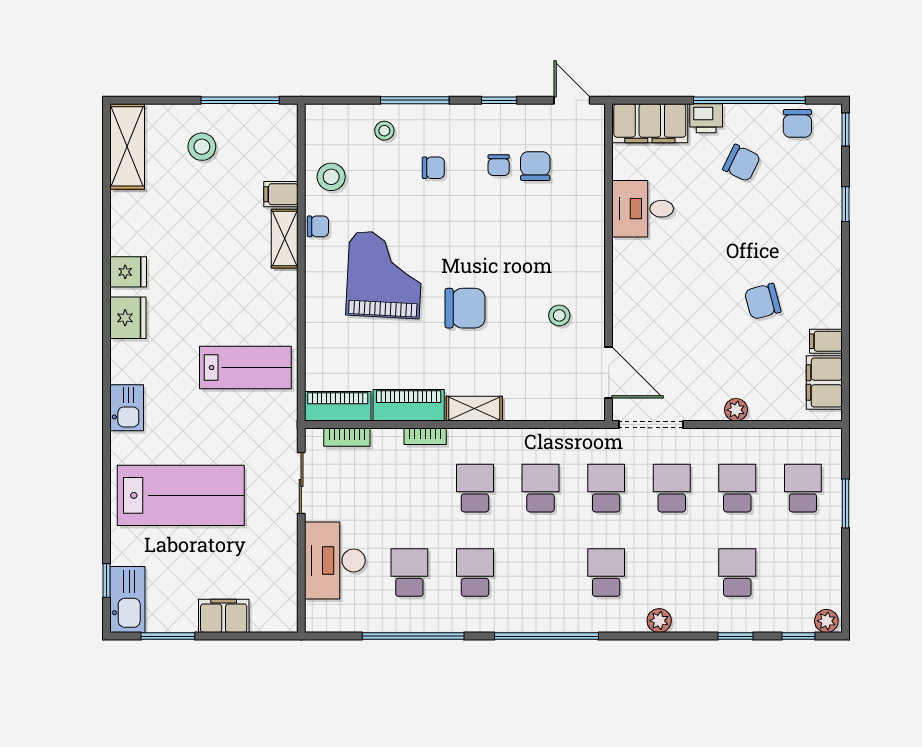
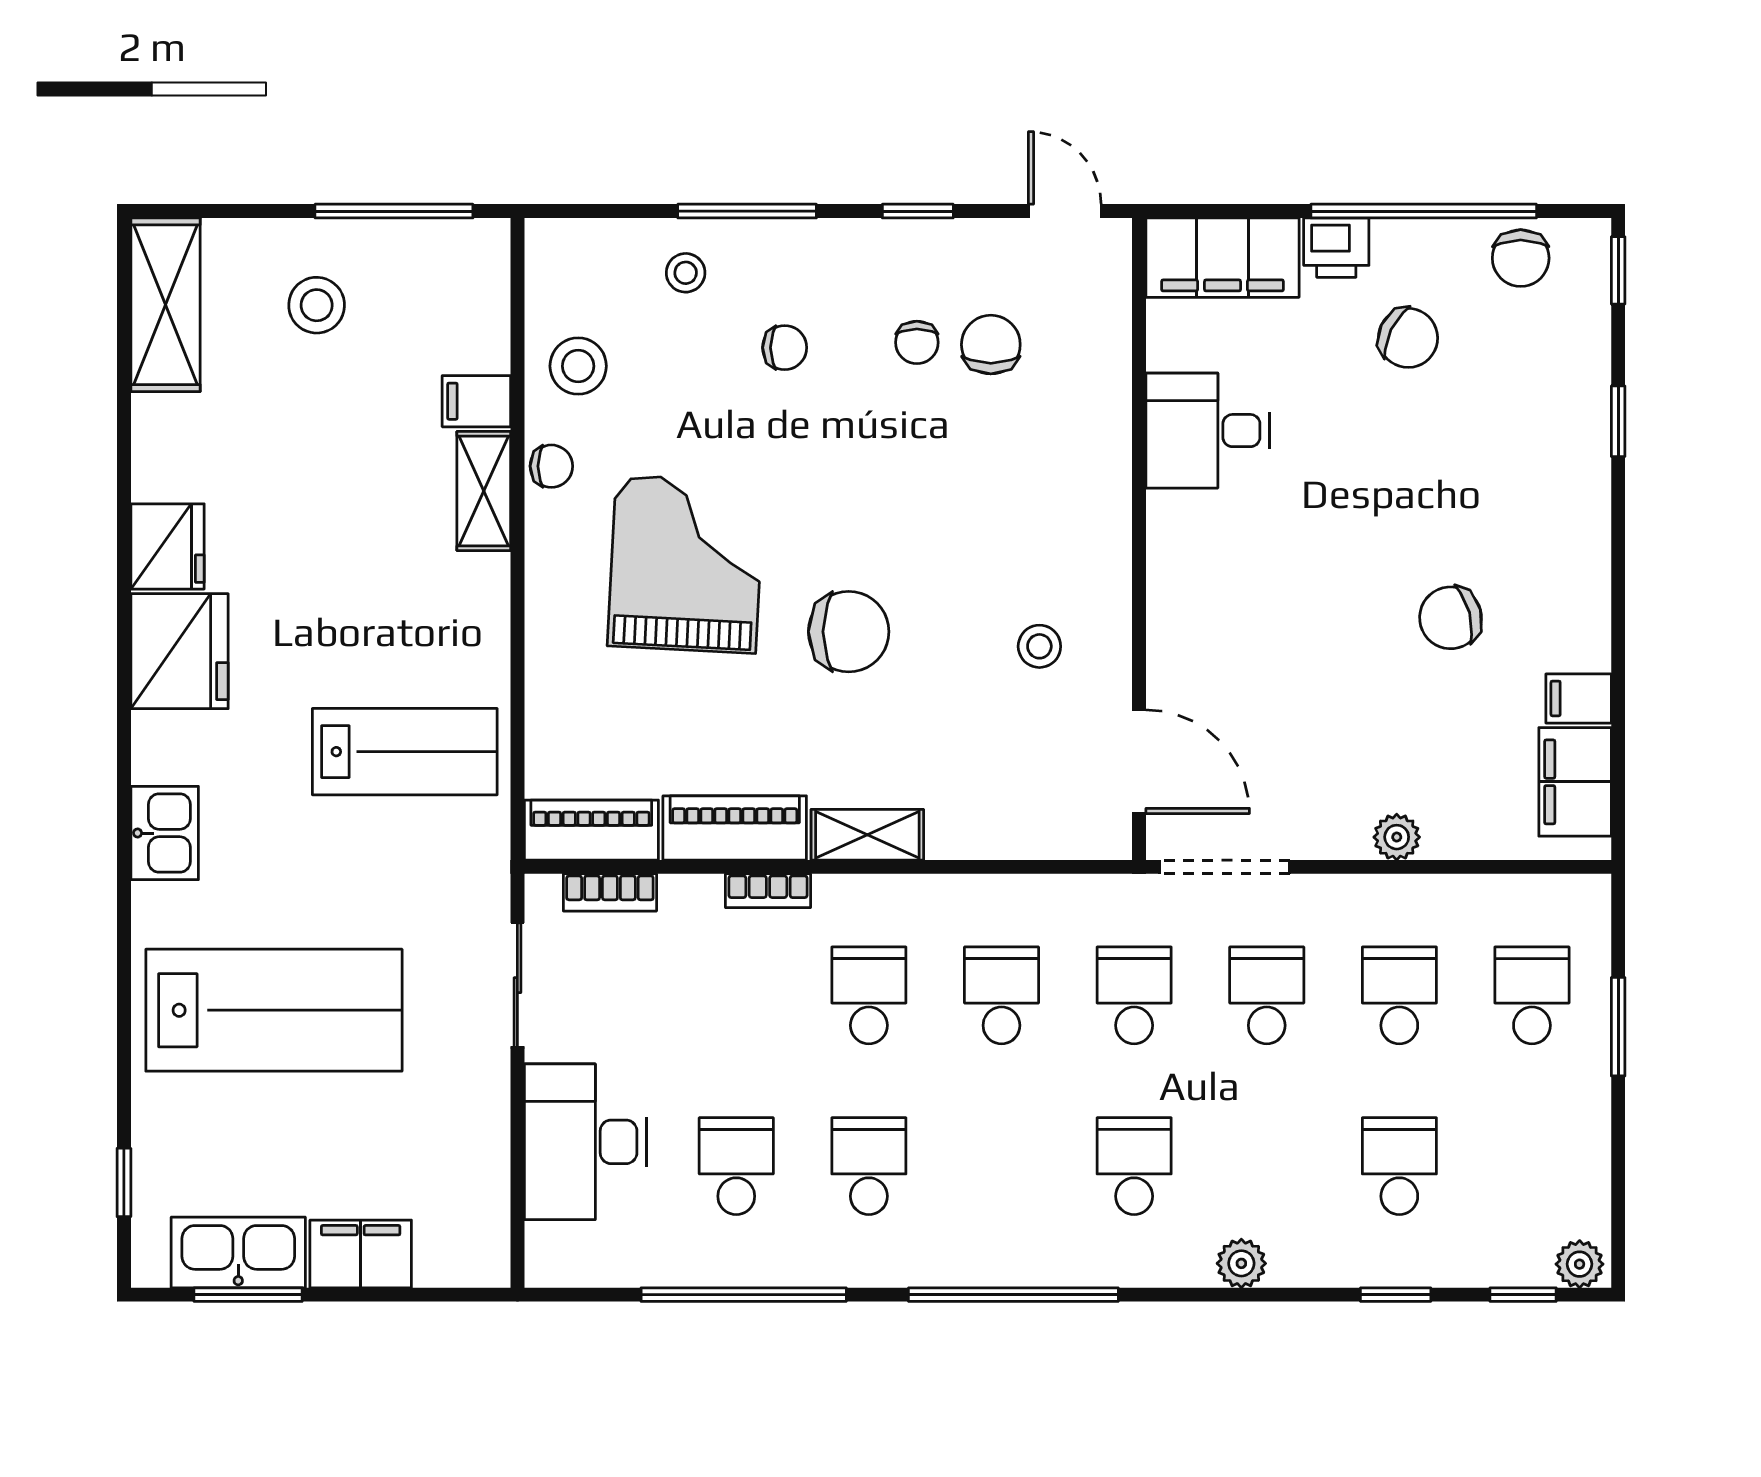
fridge: (128, 272) -> (168, 546), width x1.38
fridge: (128, 318) -> (180, 651), width x1.36, depth x1.34
kitchen sink: (127, 599) -> (238, 1252), moved, turned -90

